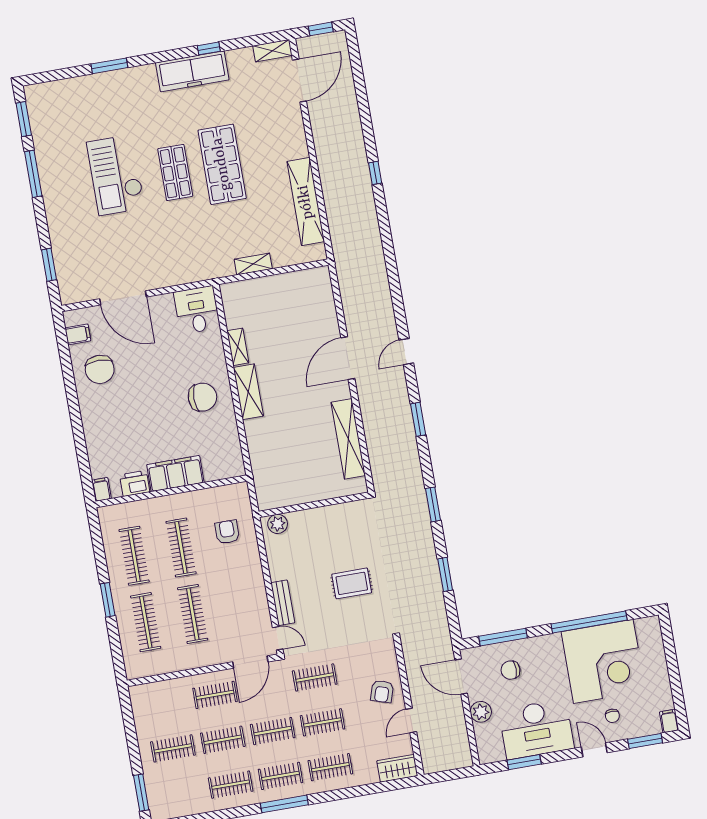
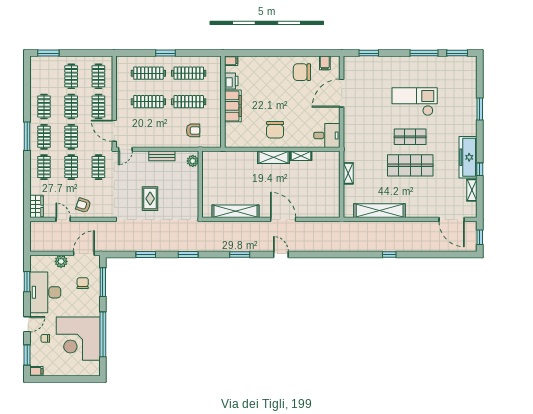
shelving: (272, 51) -> (472, 190), moved
bench: (283, 603) -> (162, 156), moved
clothes rail: (165, 704) -> (98, 76), added

